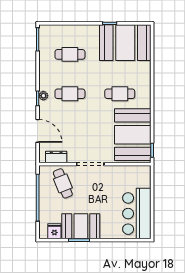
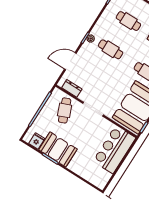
door: (38, 131) -> (70, 61), swing flipped
bar counter: (137, 214) -> (114, 150), moved

